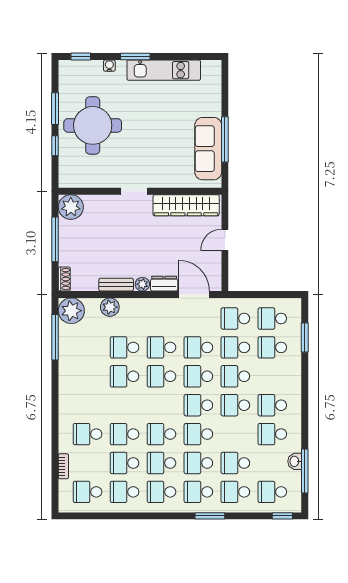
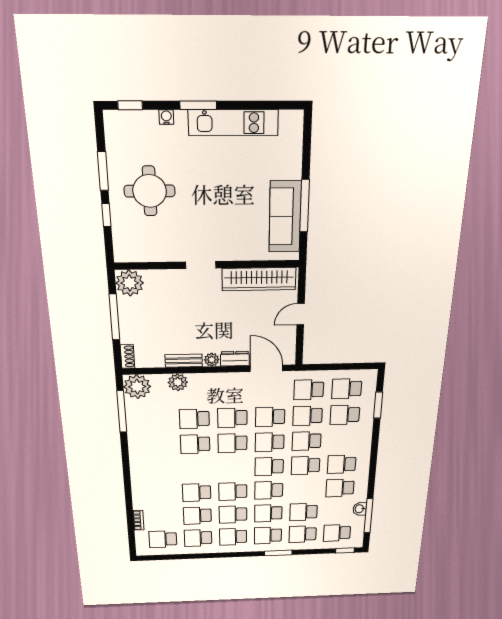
round table: (93, 125) -> (150, 191), width x0.73, depth x0.73
school desk: (87, 434) -> (160, 494), removed

